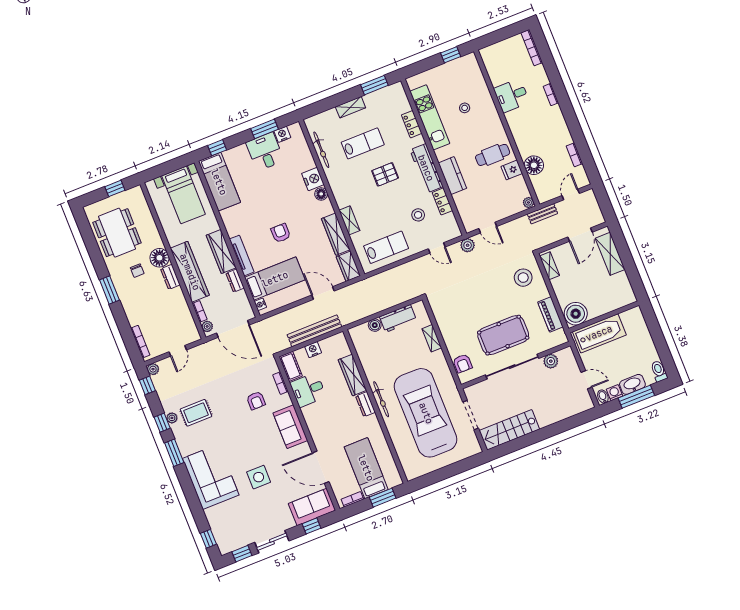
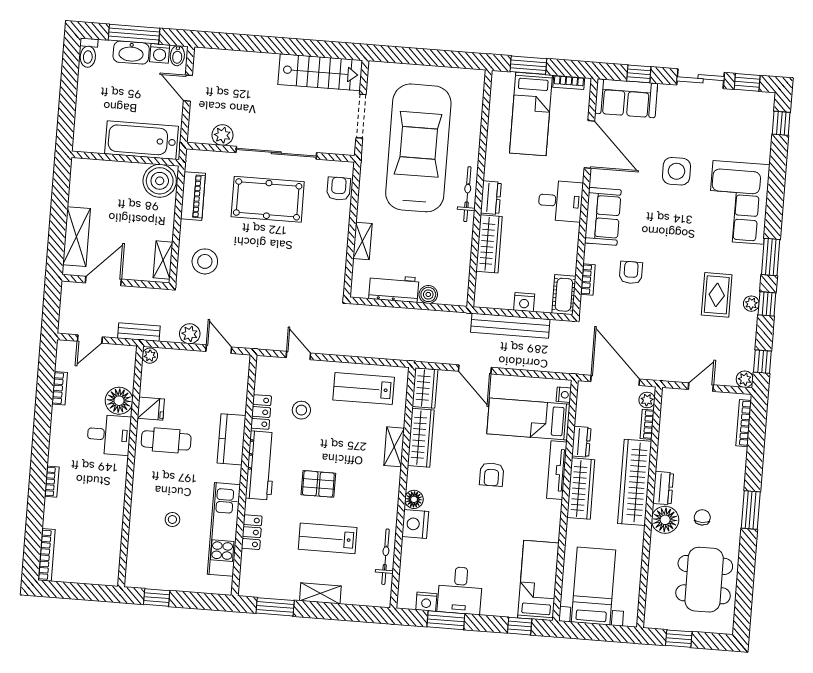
desk: (512, 96) -> (109, 435), moved
plant: (468, 245) -> (190, 334), moved
desk: (308, 390) -> (560, 201), moved
rug: (196, 413) -> (717, 295), turned 90
car: (426, 413) -> (418, 148), turned 180

